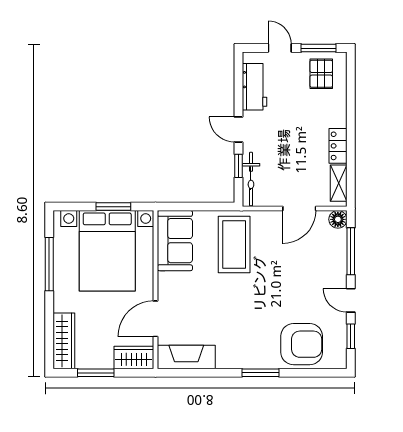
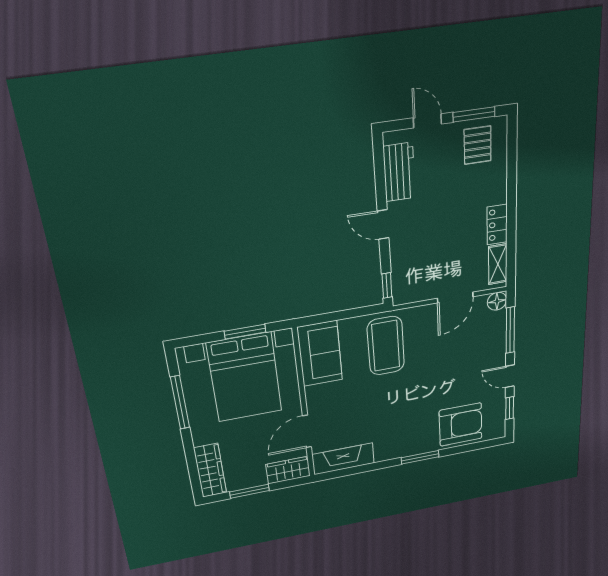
window: (239, 166) -> (387, 285), moved
bicycle: (251, 179) -> (401, 276), removed

